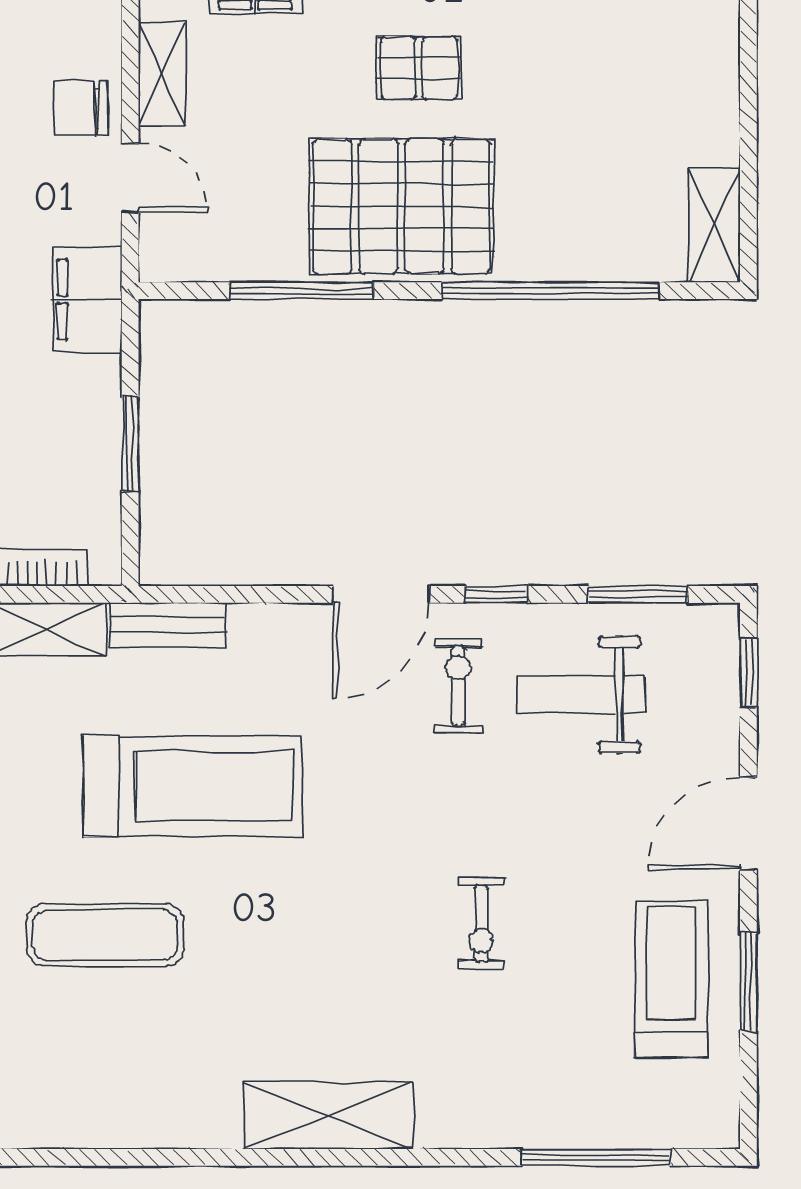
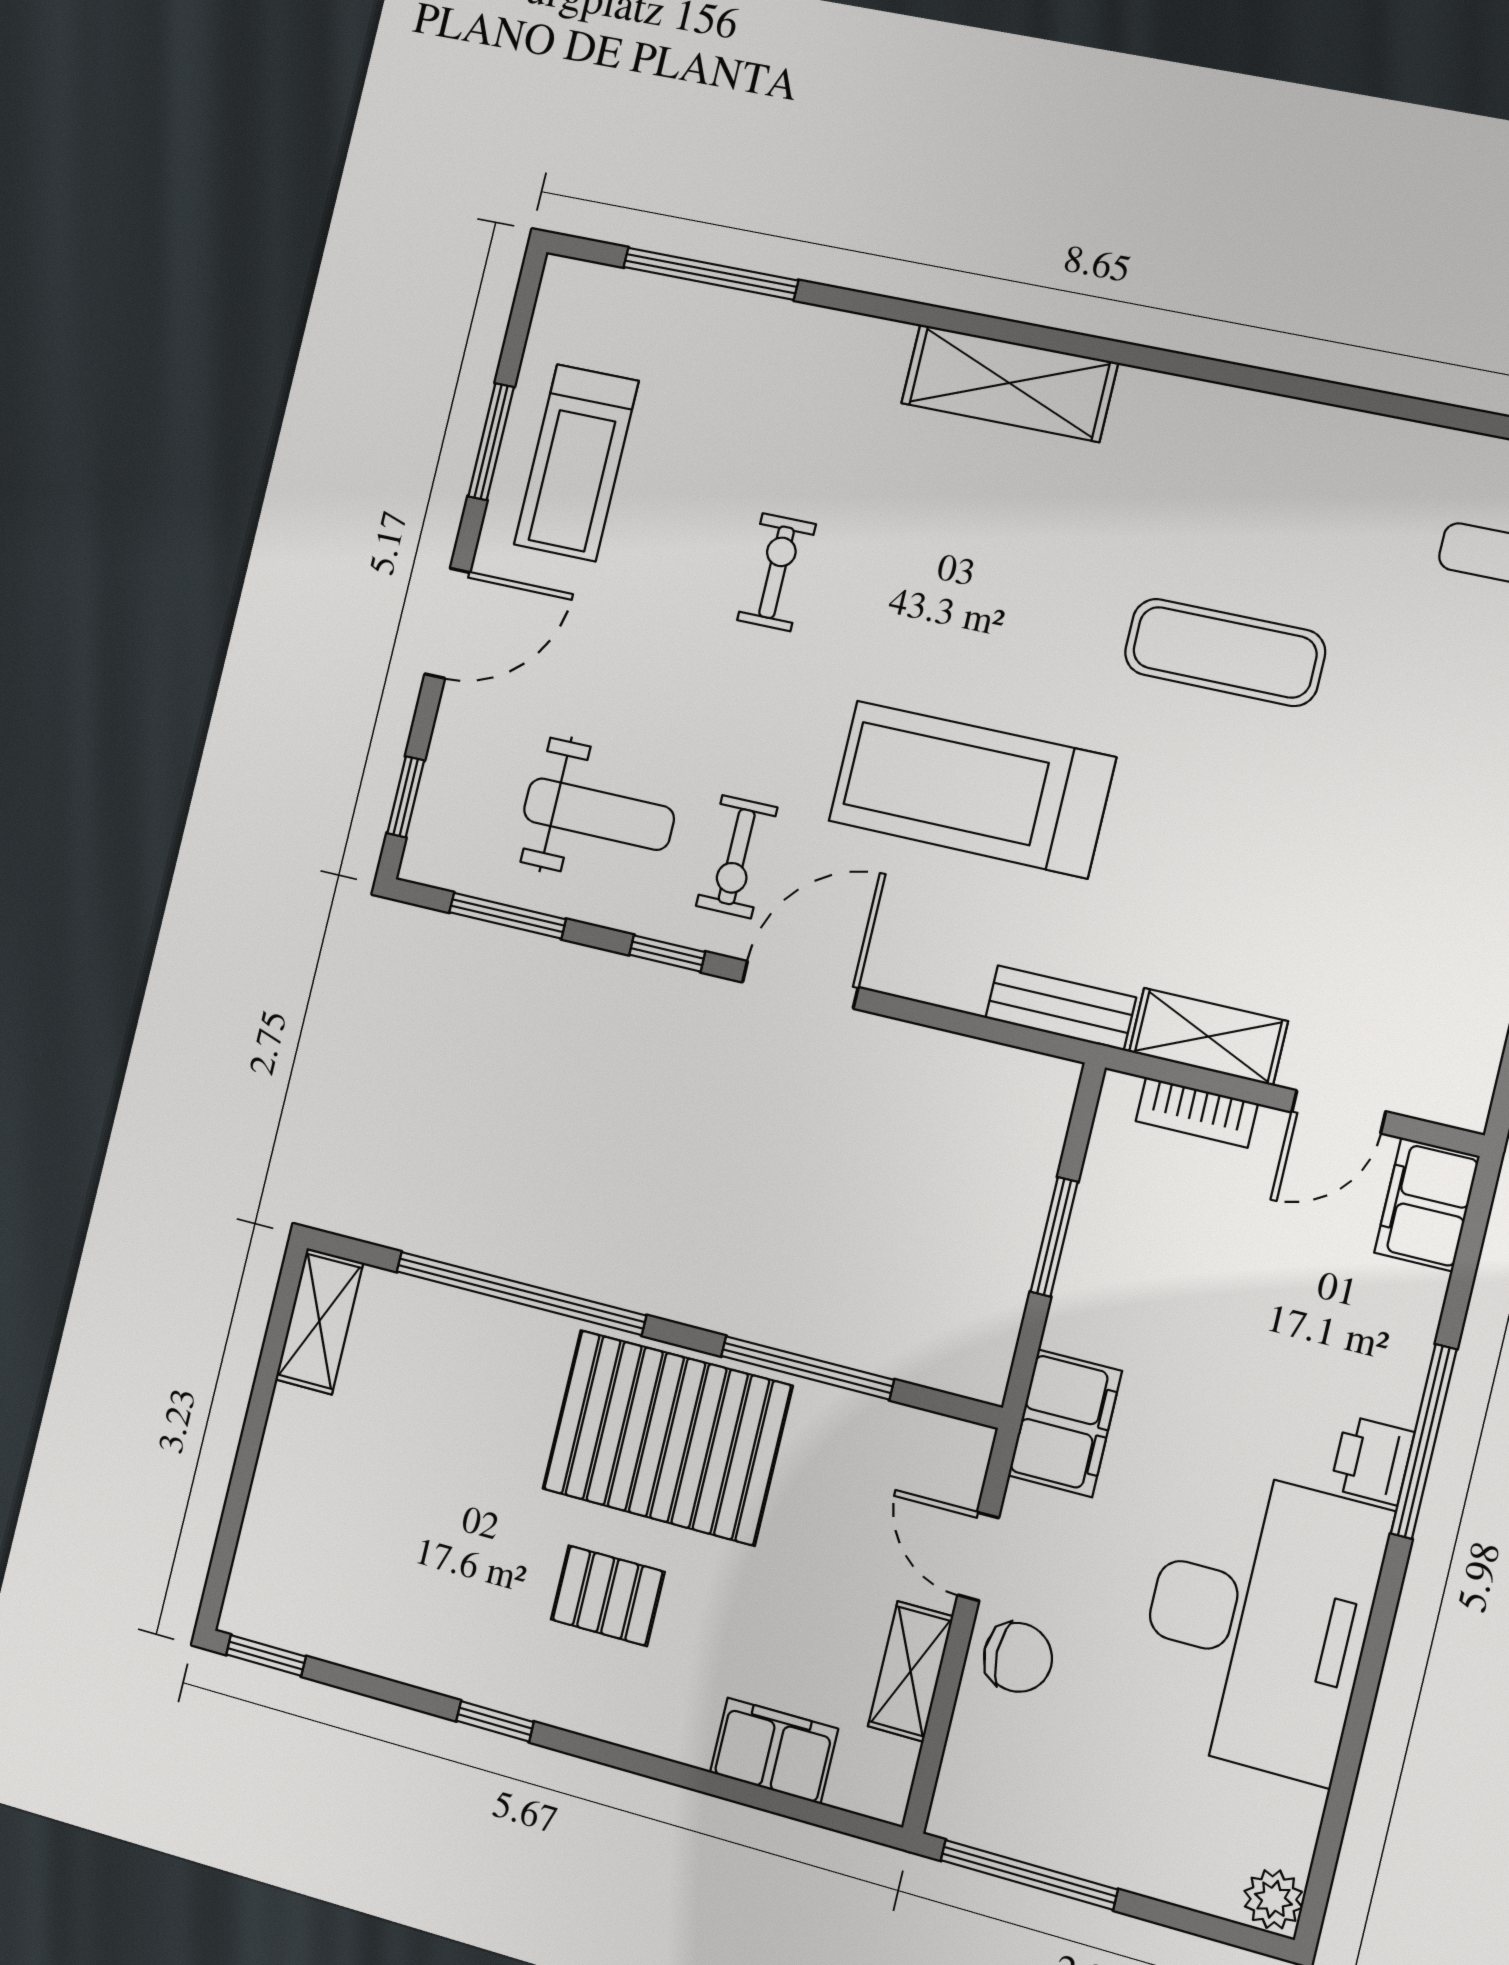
treadmill: (193, 786) -> (972, 789), moved

